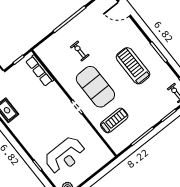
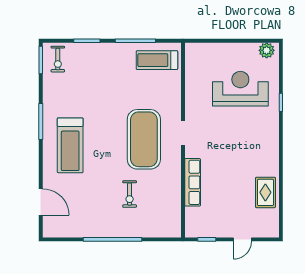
treadmill: (133, 66) -> (70, 145), moved
row of seats: (40, 71) -> (193, 182), moved
treadmill: (114, 120) -> (157, 60), moved

